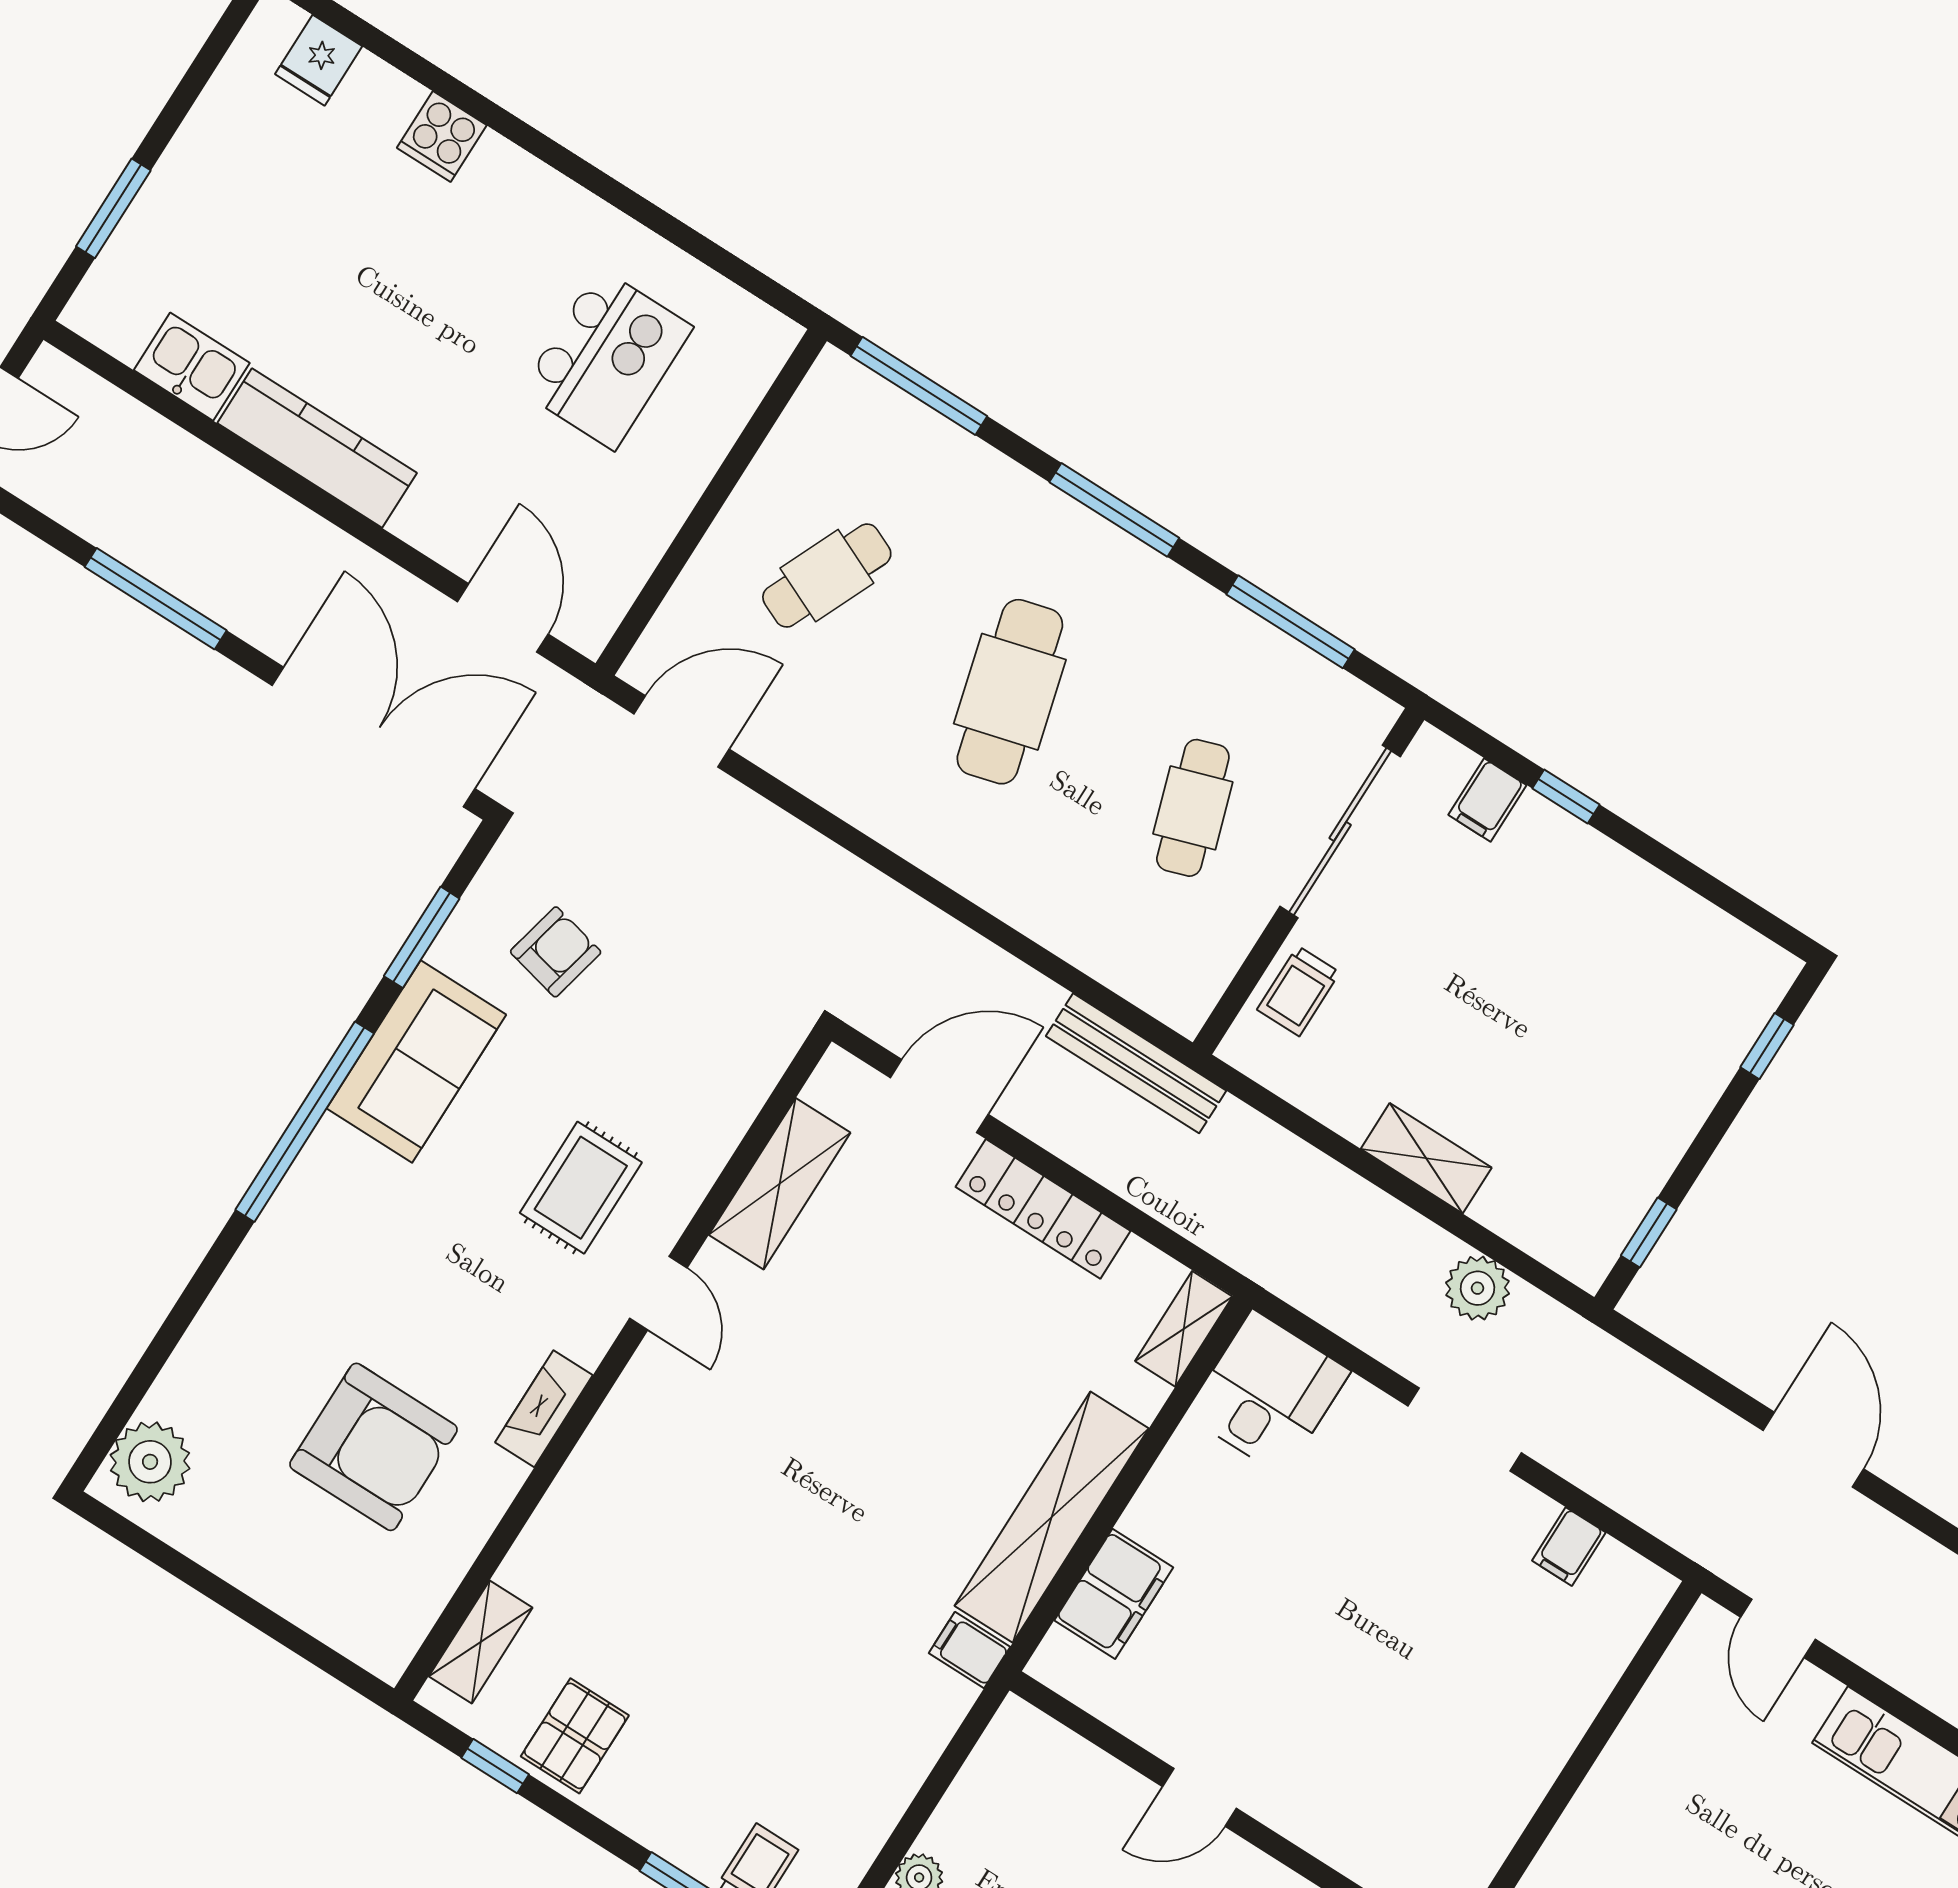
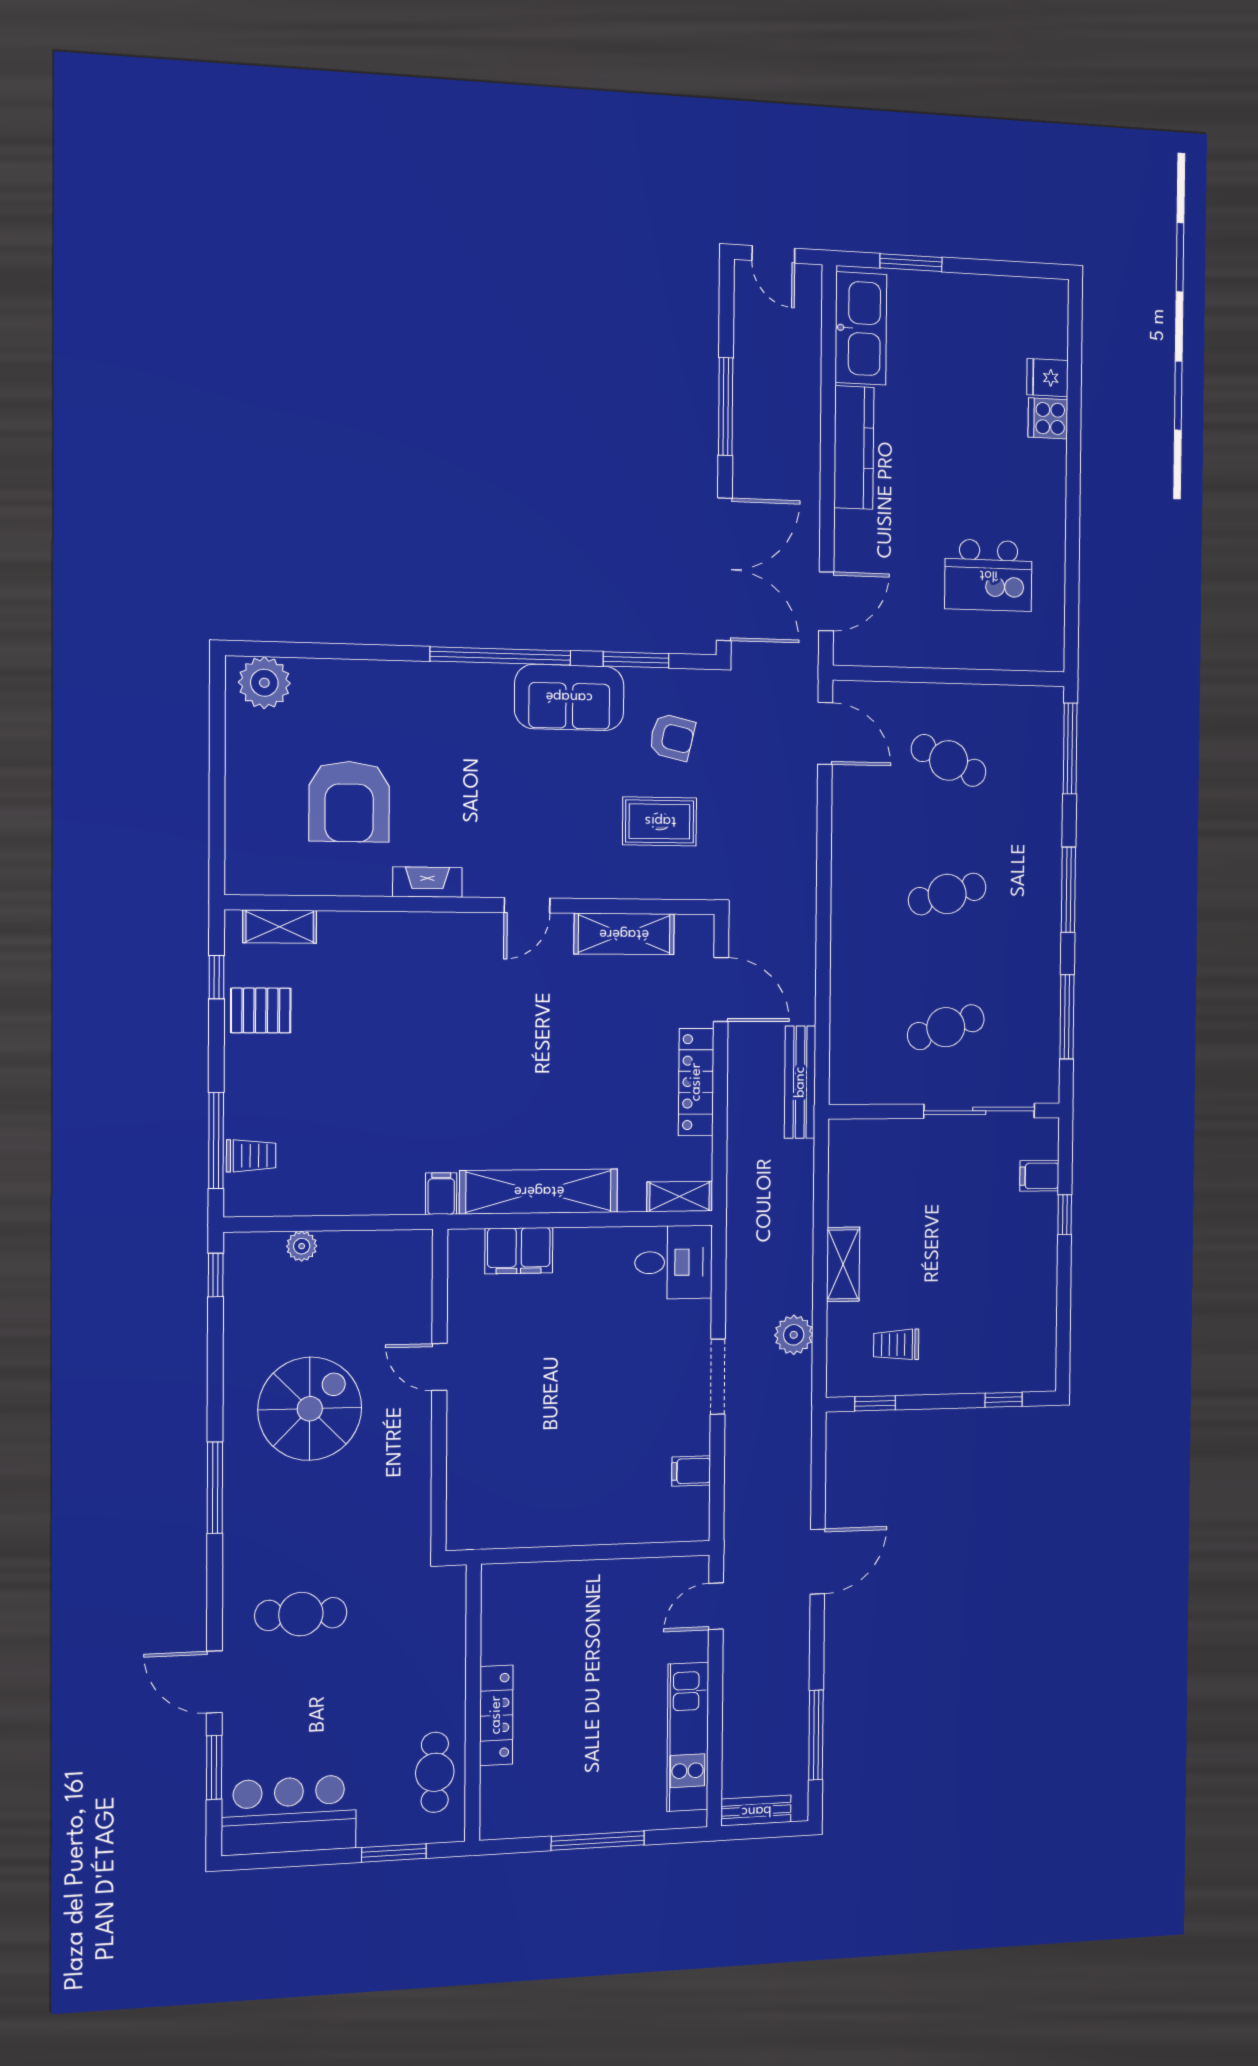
fridge: (319, 60) -> (1047, 378), moved
kitchen sink: (192, 367) -> (861, 328), width x1.87, depth x1.24
cafe table: (1010, 692) -> (947, 894), width x0.73, depth x0.74
trolley: (1298, 991) -> (896, 1345), moved
rug: (581, 1188) -> (660, 821), moved

